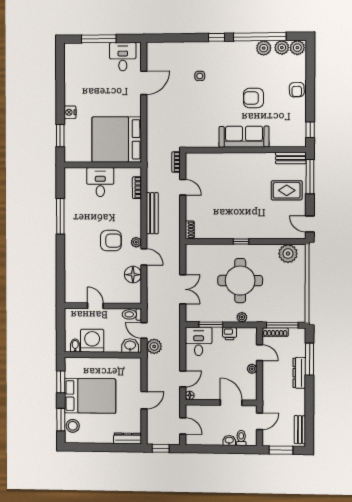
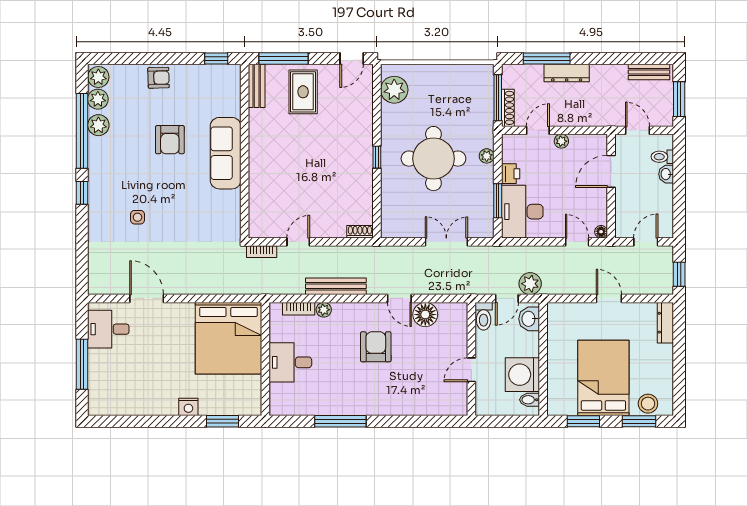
plant: (136, 242) -> (324, 310), moved
door: (144, 257) -> (399, 298), swing flipped
desk: (199, 341) -> (522, 212), width x1.37

